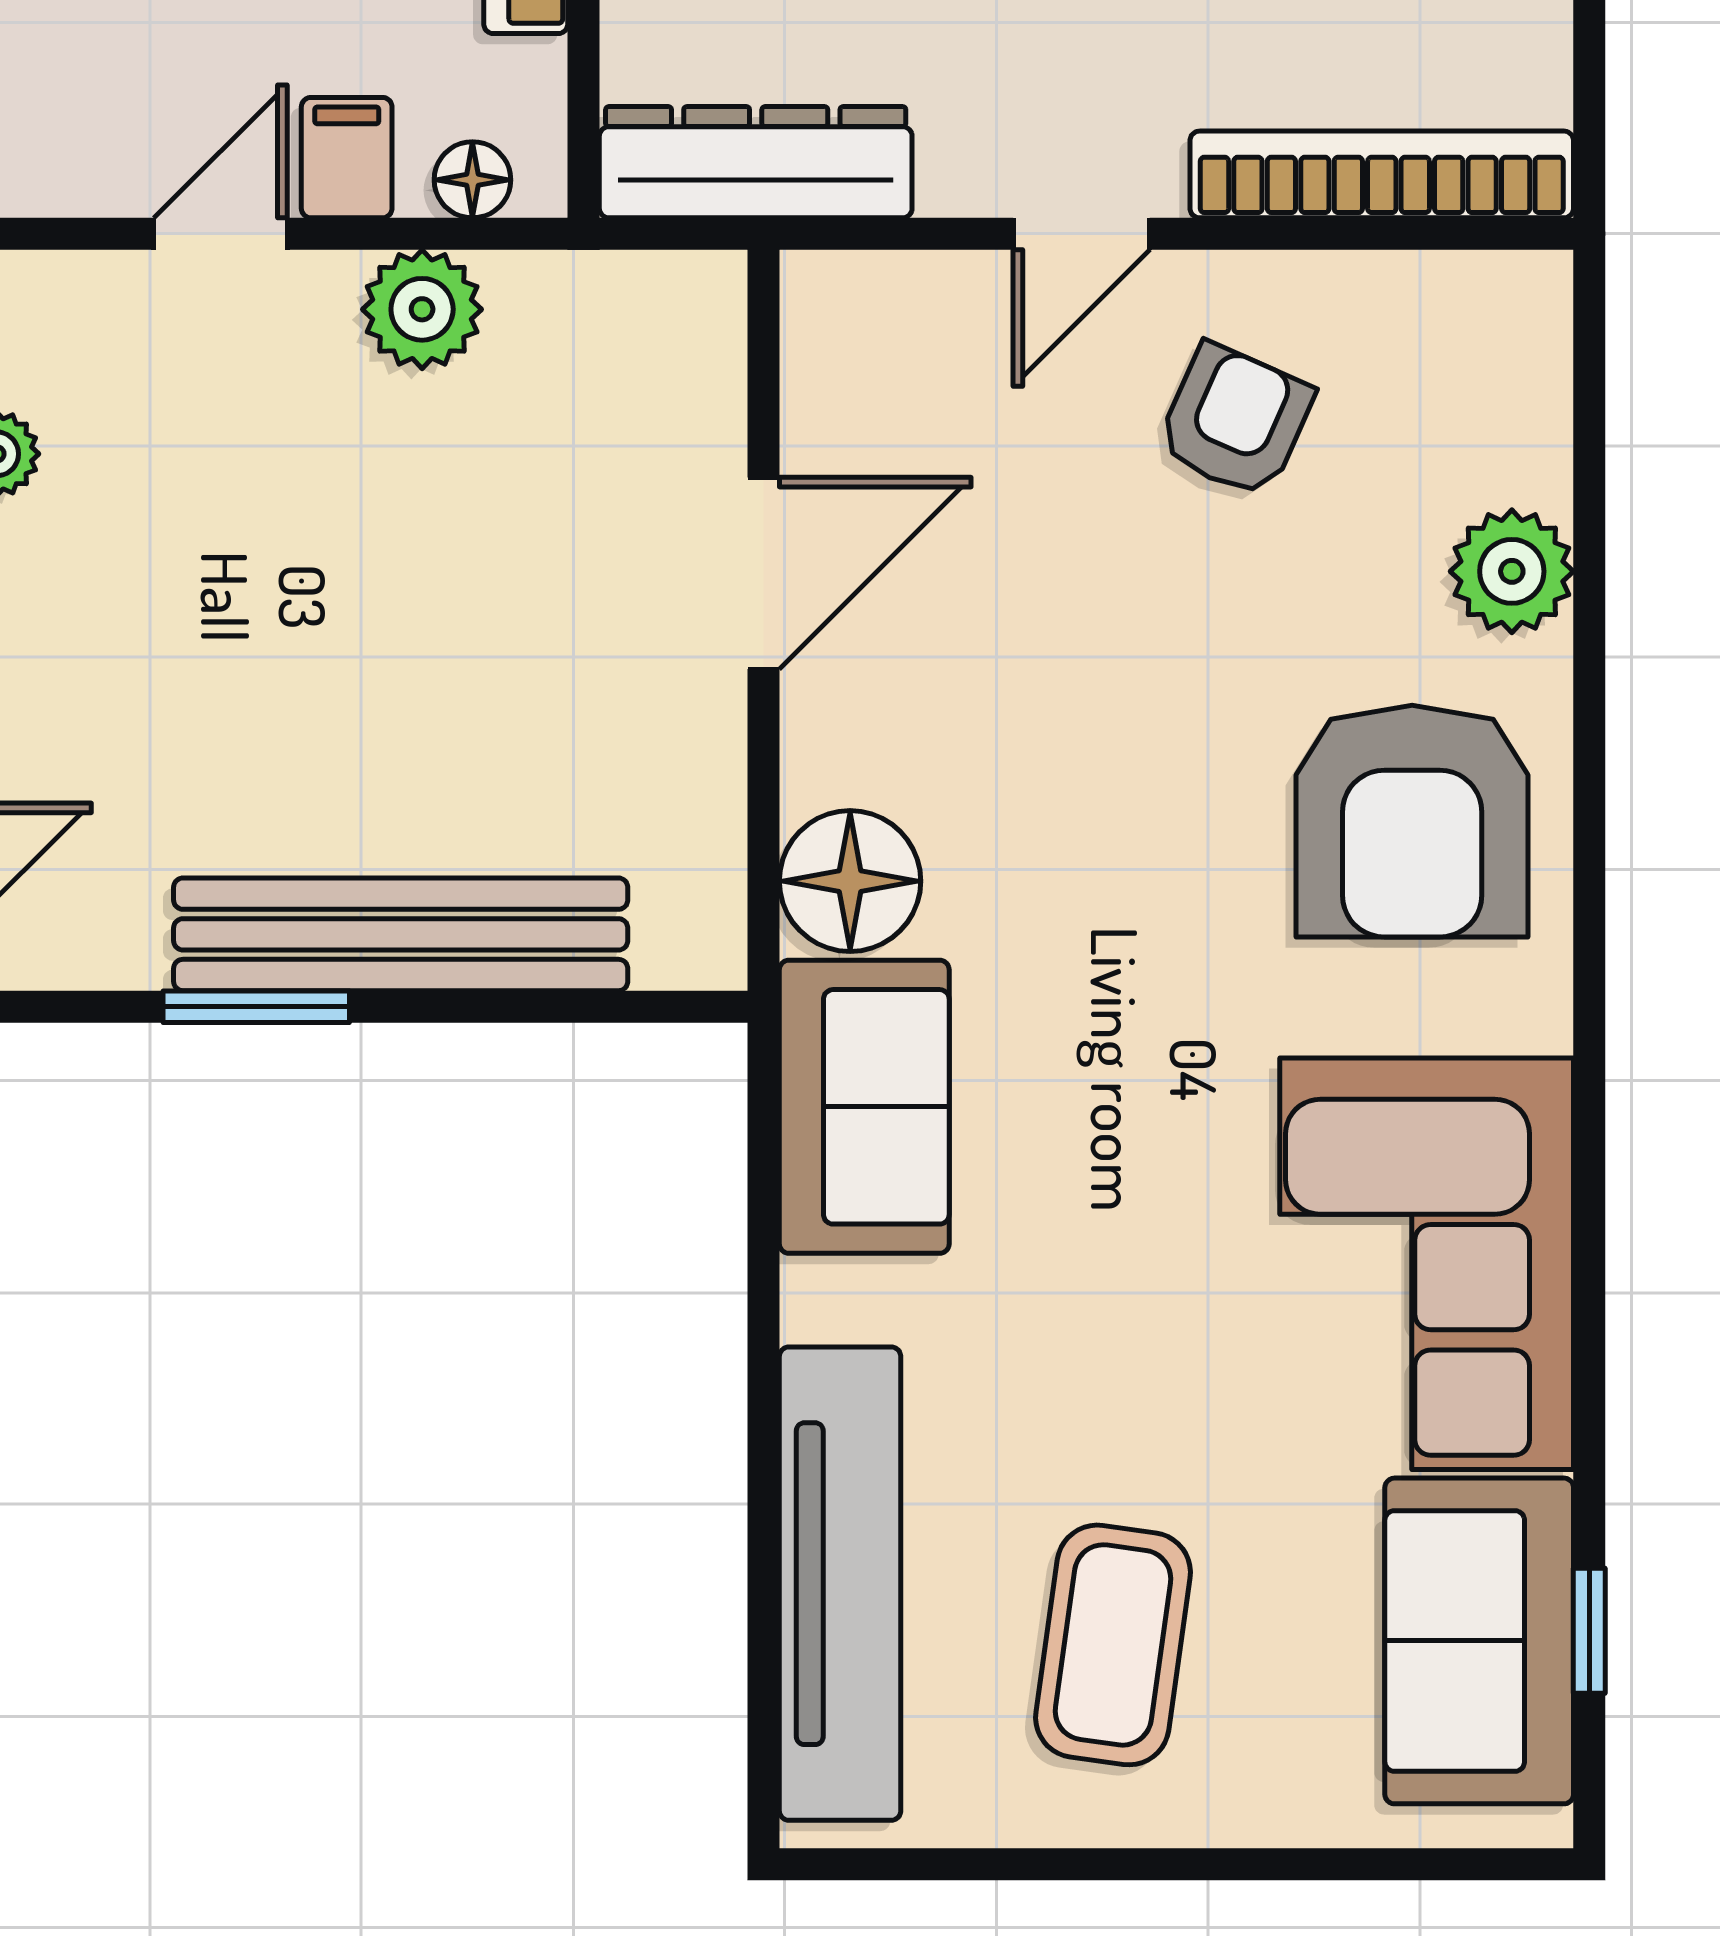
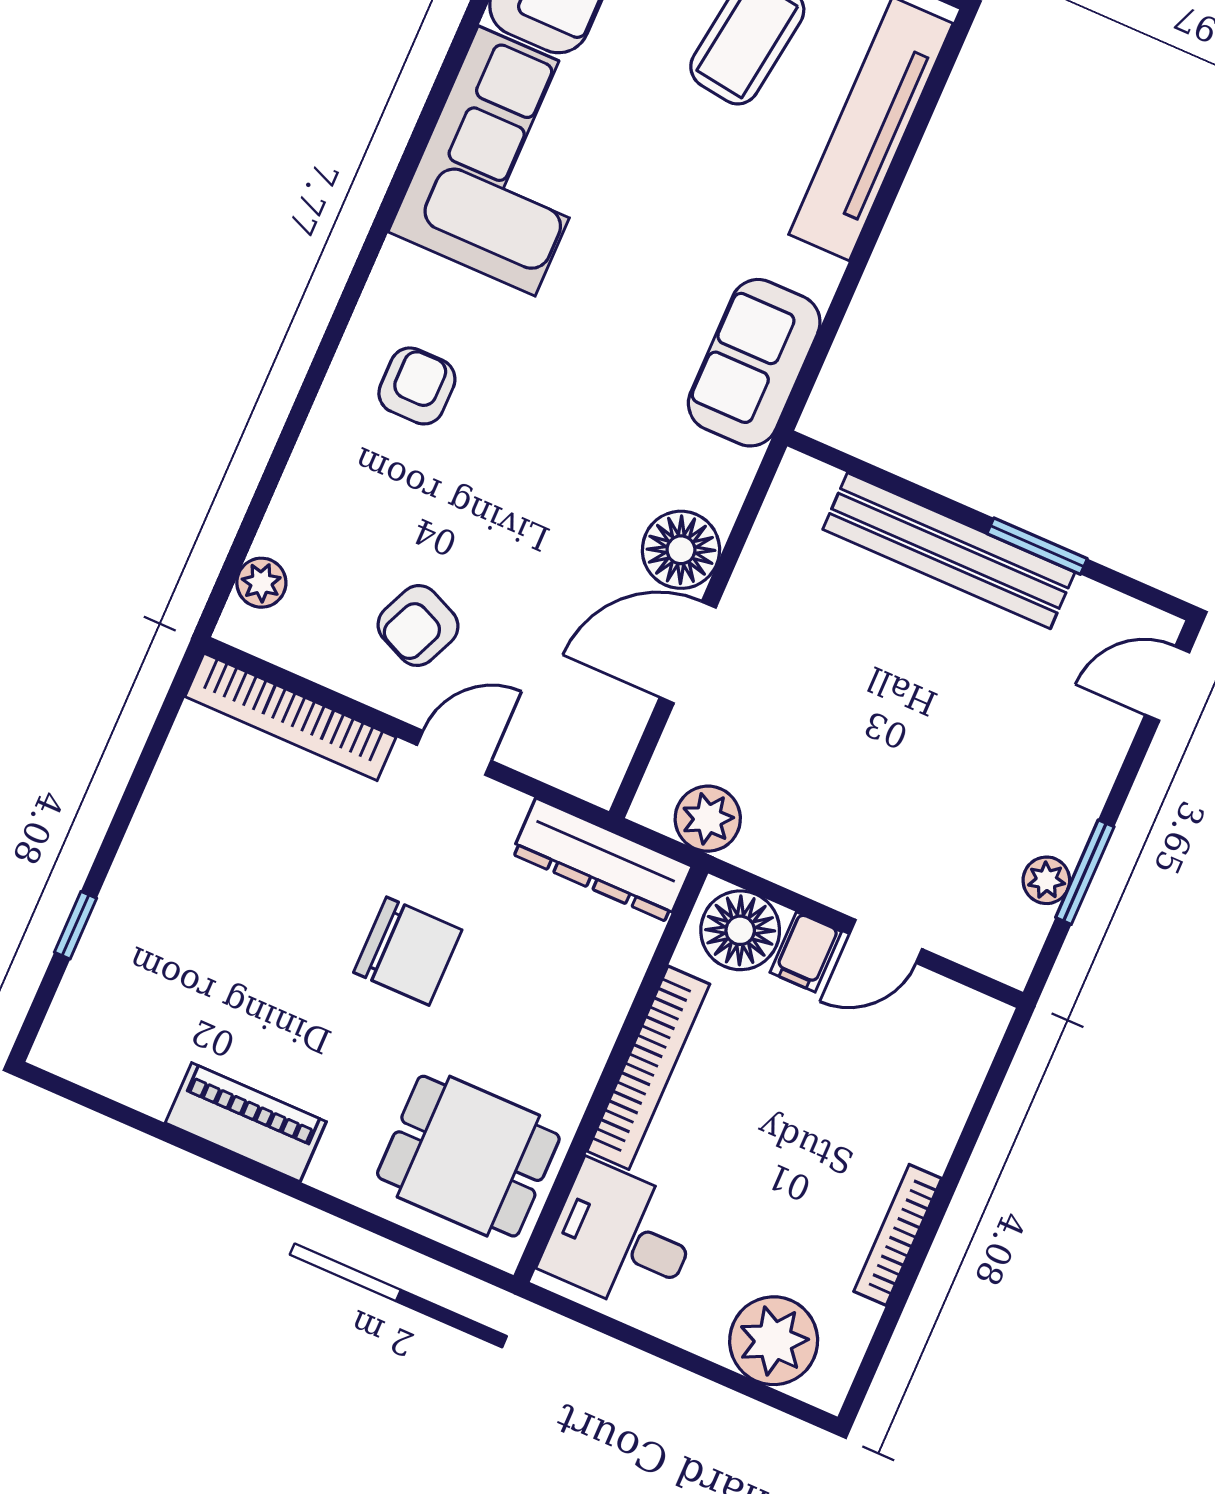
floor lamp: (472, 180) -> (740, 930), width x1.89, depth x1.89
plant: (422, 309) -> (708, 819), moved
plant: (1512, 571) -> (261, 583), moved, width x0.73, depth x0.73
armchair: (1412, 821) -> (417, 386), width x0.53, depth x0.53
floor lamp: (850, 881) -> (681, 550), moved

